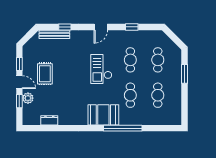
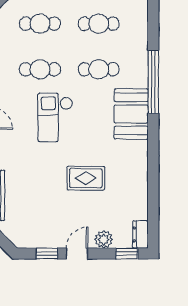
checkout: (101, 69) -> (55, 117), turned 90
rug: (45, 74) -> (86, 178), moved
window: (19, 101) -> (127, 254), moved
dresser: (49, 120) -> (140, 234), moved

